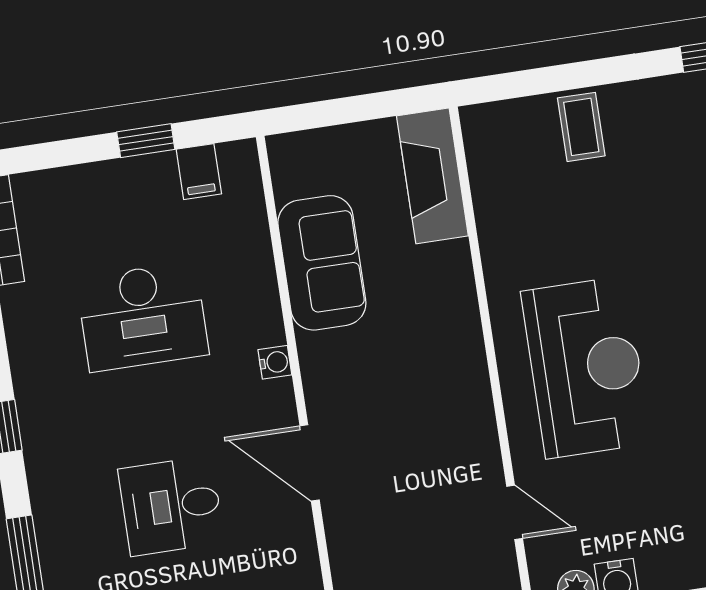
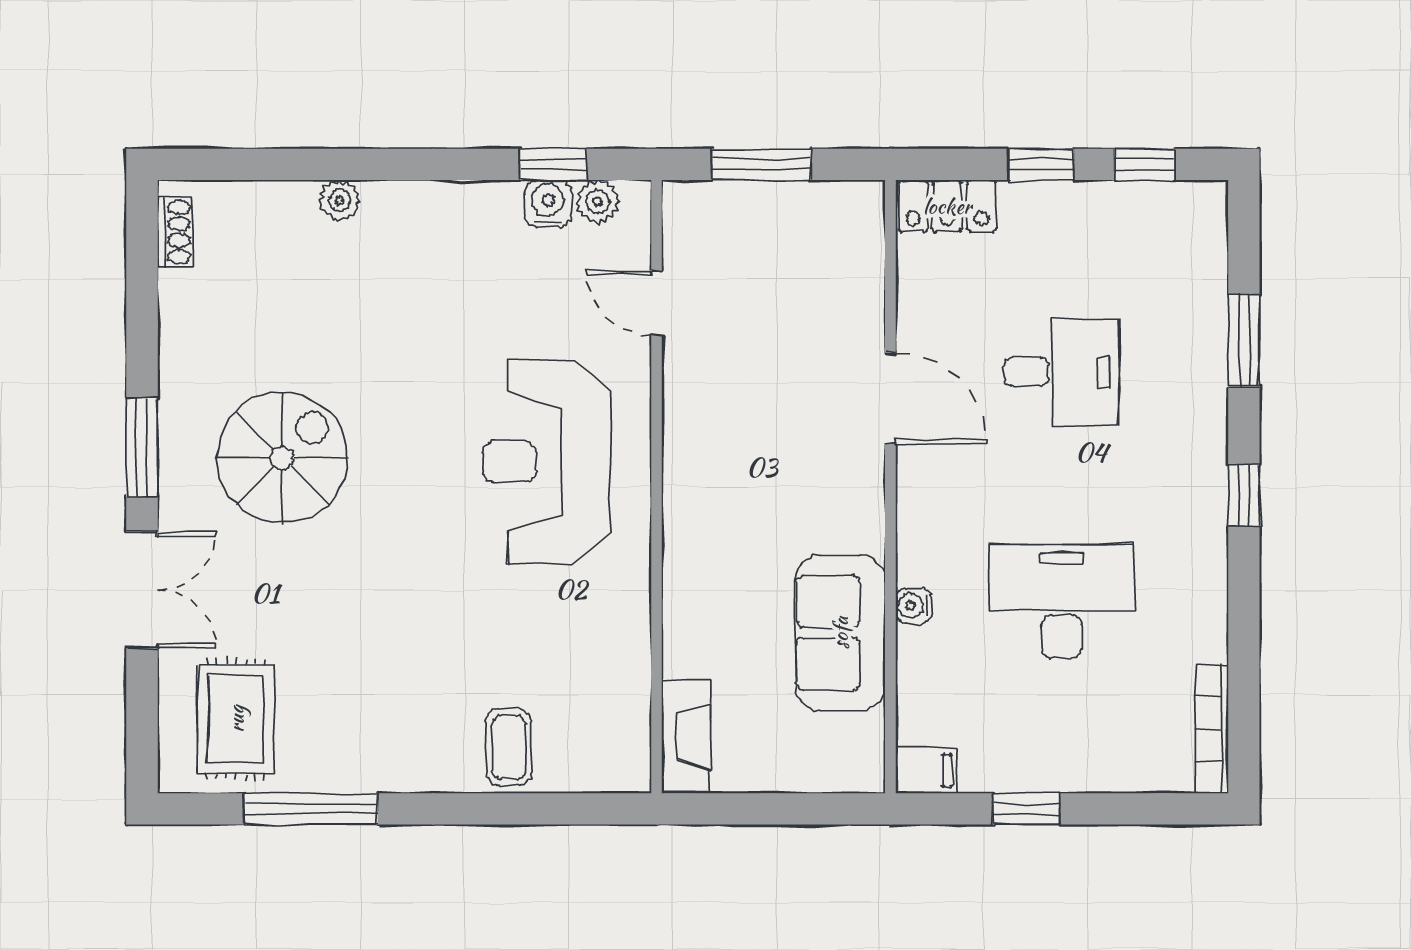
filing cabinet: (199, 172) -> (926, 770), moved, turned 90
fireplace: (432, 176) -> (686, 737), width x0.73, depth x0.76
water cooler: (275, 362) -> (913, 606), moved

